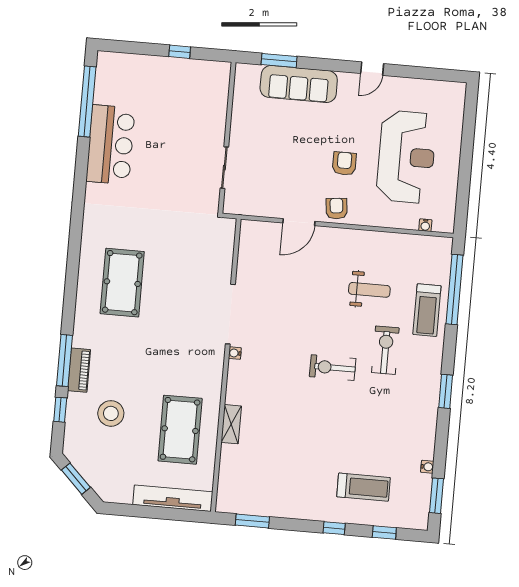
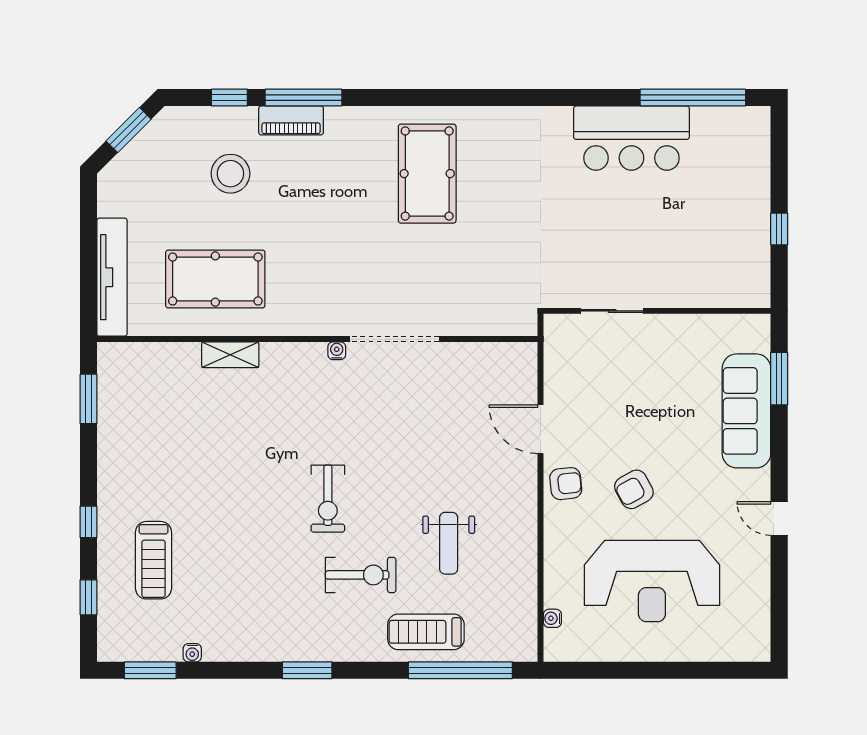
armchair: (344, 163) -> (634, 489), turned 151
pool table: (122, 283) -> (427, 174), turned 90
exercise bike: (333, 368) -> (328, 499), turned 180

